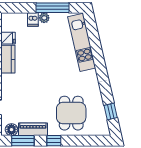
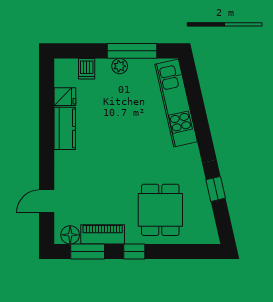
dishwasher: (33, 20) -> (87, 69), moved
window: (111, 111) -> (216, 189), moved

